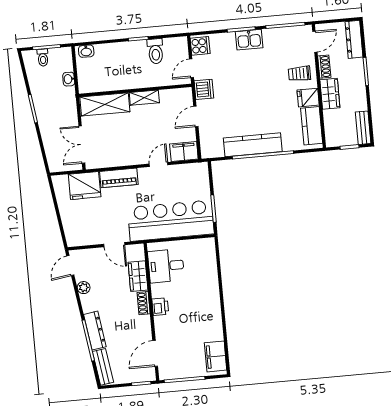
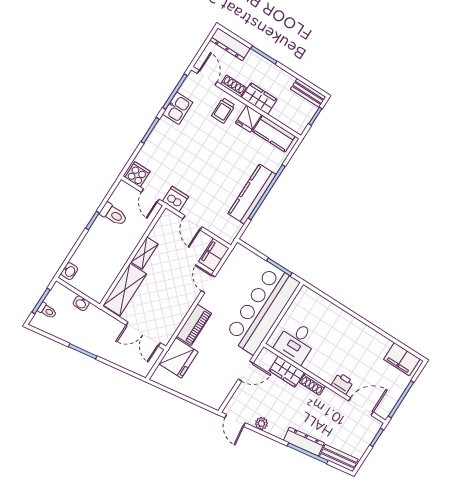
kitchen sink: (249, 40) -> (178, 108), moved
printer: (160, 307) -> (342, 383), moved
door: (155, 353) -> (361, 407), swing flipped

